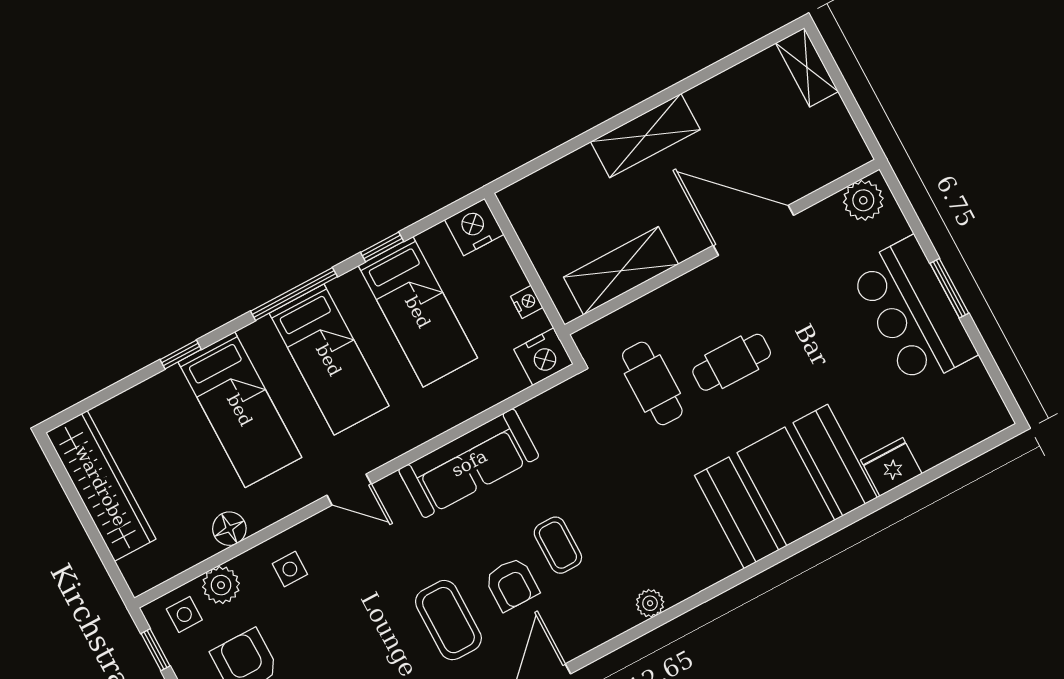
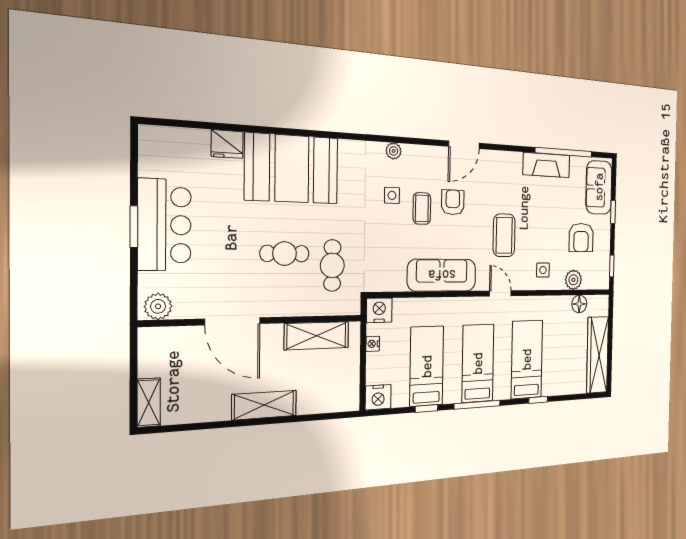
floor lamp: (229, 529) -> (579, 304), moved
side table: (184, 614) -> (392, 195), moved
coffee table: (448, 620) -> (504, 235), moved

